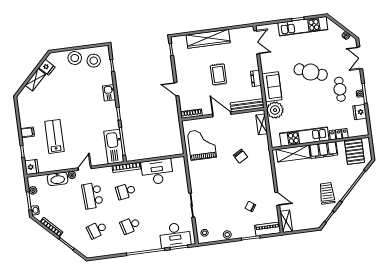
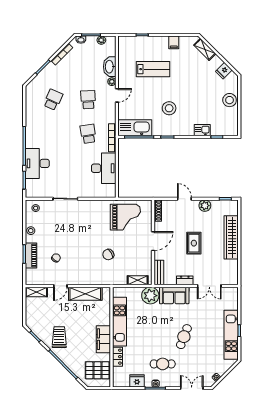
double door: (257, 42) -> (209, 286), moved
stool: (94, 61) -> (169, 108), moved
plant: (181, 69) -> (205, 206), added
cafe table: (311, 72) -> (184, 337), width x0.73, depth x0.74
rug: (218, 74) -> (194, 243), turned 90
shelving: (35, 80) -> (205, 49), moved
door: (176, 89) -> (184, 199), hinge flipped
kitchen sink: (109, 93) -> (202, 130), moved
bench: (247, 105) -> (159, 273), width x0.73
filing cabinet: (27, 132) -> (174, 42), moved
shelving: (293, 154) -> (85, 294), moved, turned 90
fridge: (32, 167) -> (125, 42), removed
door: (85, 168) -> (117, 95), hinge flipped
trolley: (327, 193) -> (59, 337), turned -90
school desk: (92, 196) -> (88, 100), width x0.54
school desk: (130, 225) -> (53, 134), removed
piano: (268, 229) -> (31, 256), moved
school desk: (97, 230) -> (53, 100), turned 42
desk: (175, 235) -> (37, 163), moved

